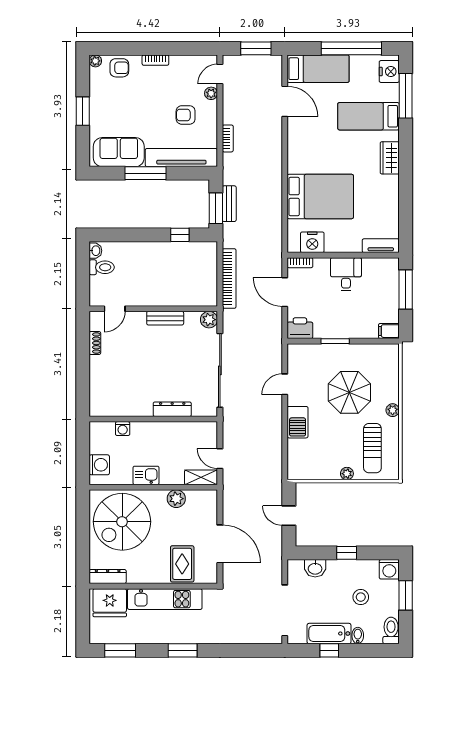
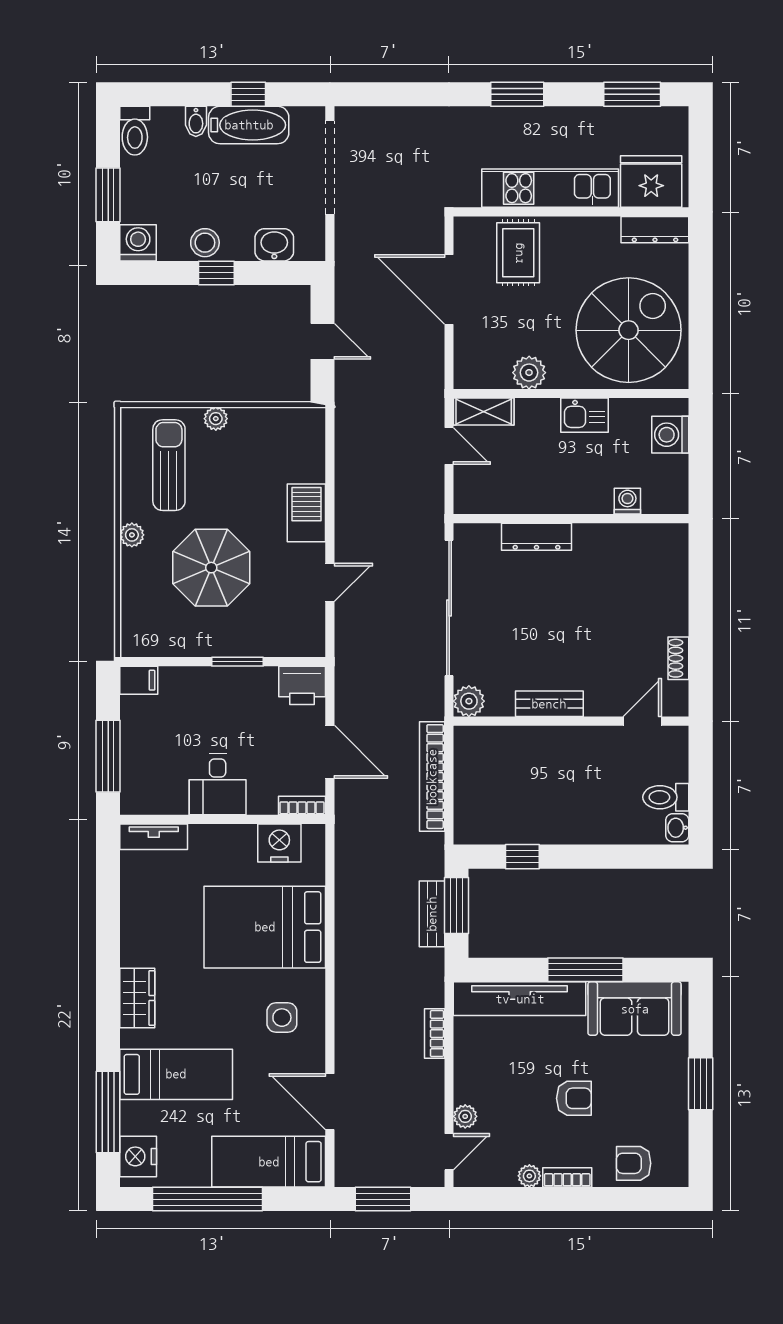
plant: (95, 61) -> (529, 1176), moved
armchair: (186, 115) -> (574, 1098), moved
side table: (311, 147) -> (282, 1018), added
stool: (361, 597) -> (205, 243), moved

